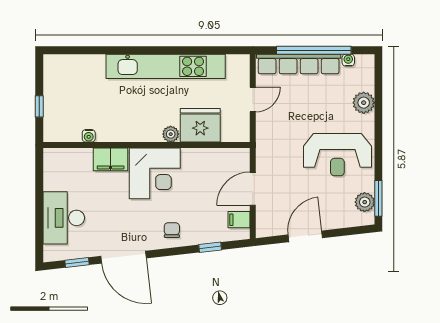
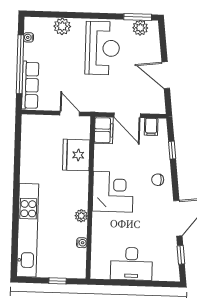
row of seats: (299, 64) -> (30, 85), width x0.73
kitchen unit: (166, 66) -> (28, 230), moved
door: (253, 100) -> (70, 113), moved
plant: (171, 134) -> (81, 216), moved
filing cabinet: (111, 159) -> (104, 130), moved
desk: (64, 218) -> (131, 264), moved

